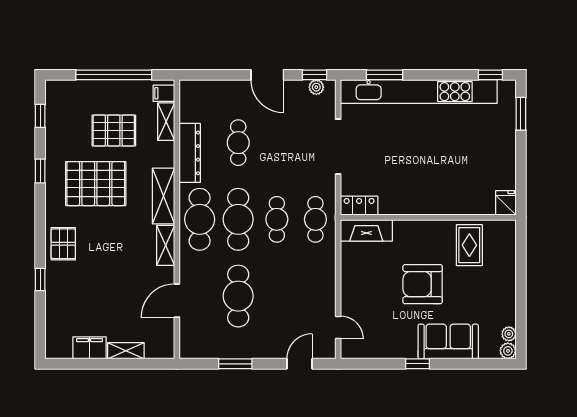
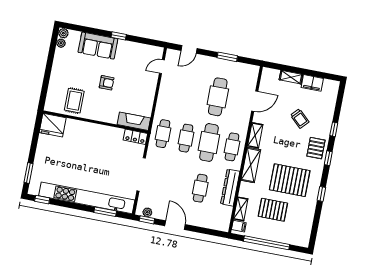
window: (40, 116) -> (328, 158), moved
fridge: (506, 203) -> (53, 125), width x1.88, depth x1.34
cafe table: (200, 219) -> (232, 147), width x0.73, depth x0.74
armchair: (423, 284) -> (107, 83), width x0.53, depth x0.53
trolley: (99, 286) -> (300, 119), added
door: (338, 328) -> (162, 67), hinge flipped

